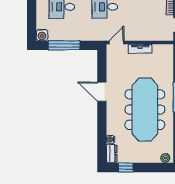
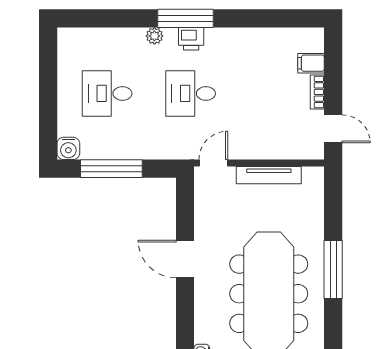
tv unit: (140, 49) -> (269, 175), width x1.41

